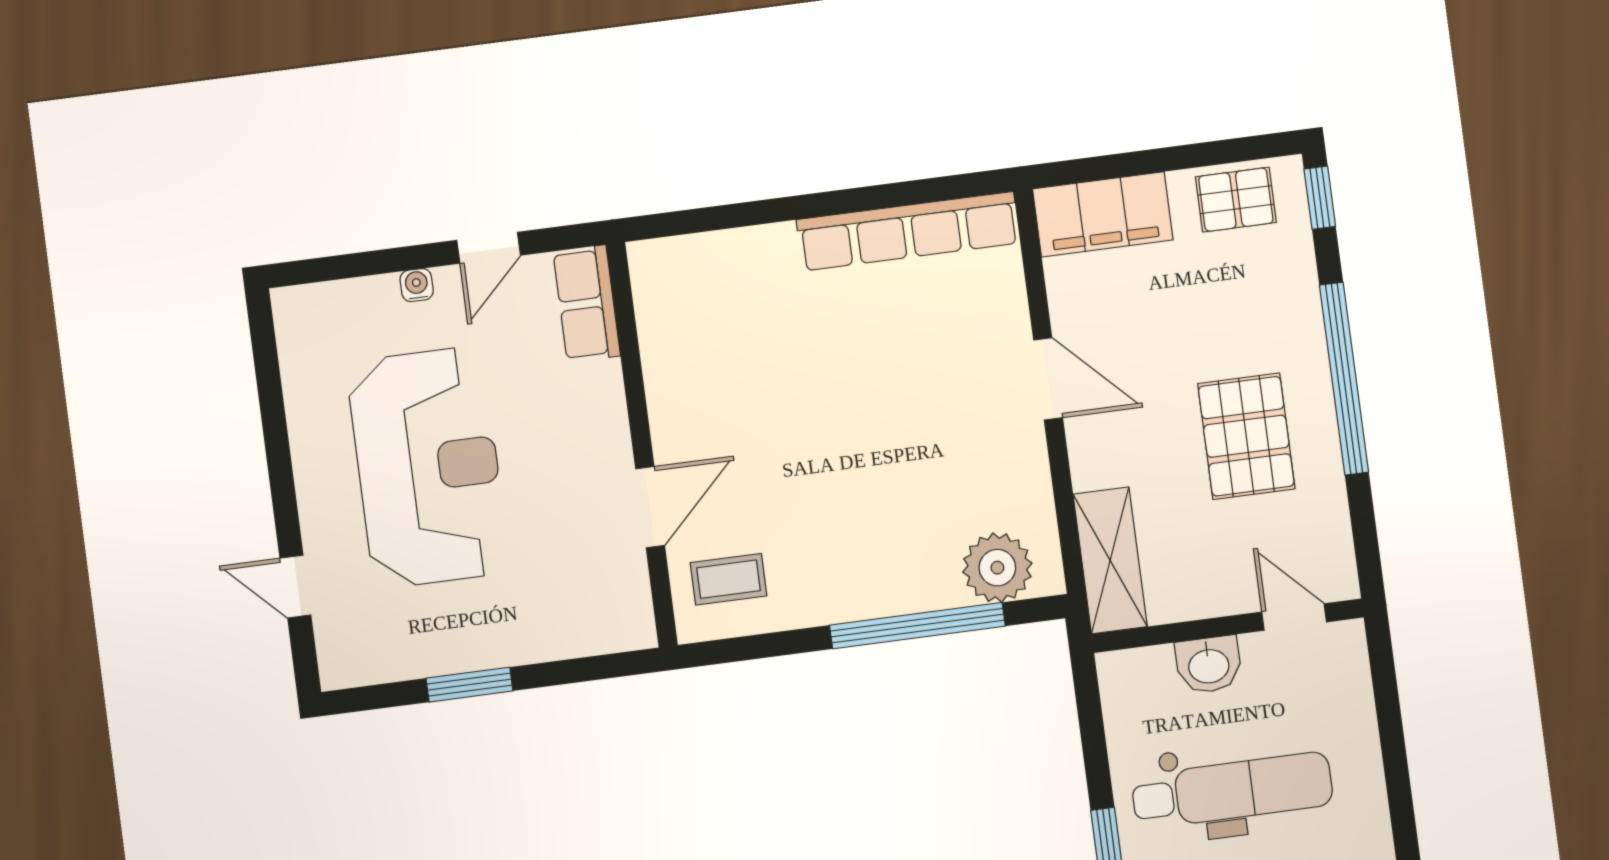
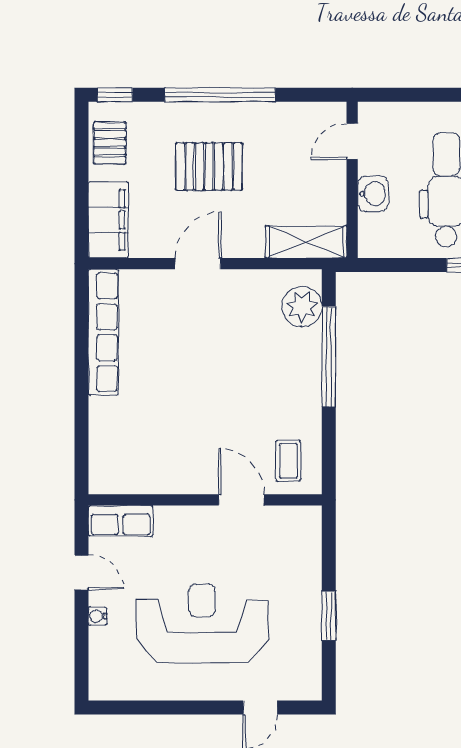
pallet: (1246, 436) -> (209, 166), moved

